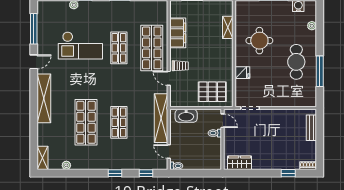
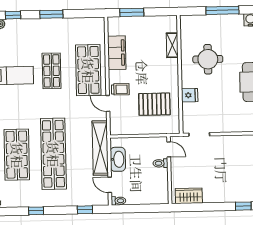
pallet: (212, 92) -> (154, 104), moved
washbasin: (186, 116) -> (118, 159), moved, turned -90
shop shelf: (119, 122) -> (53, 154), width x2.00, depth x1.36
window: (115, 173) -> (36, 211), moved

